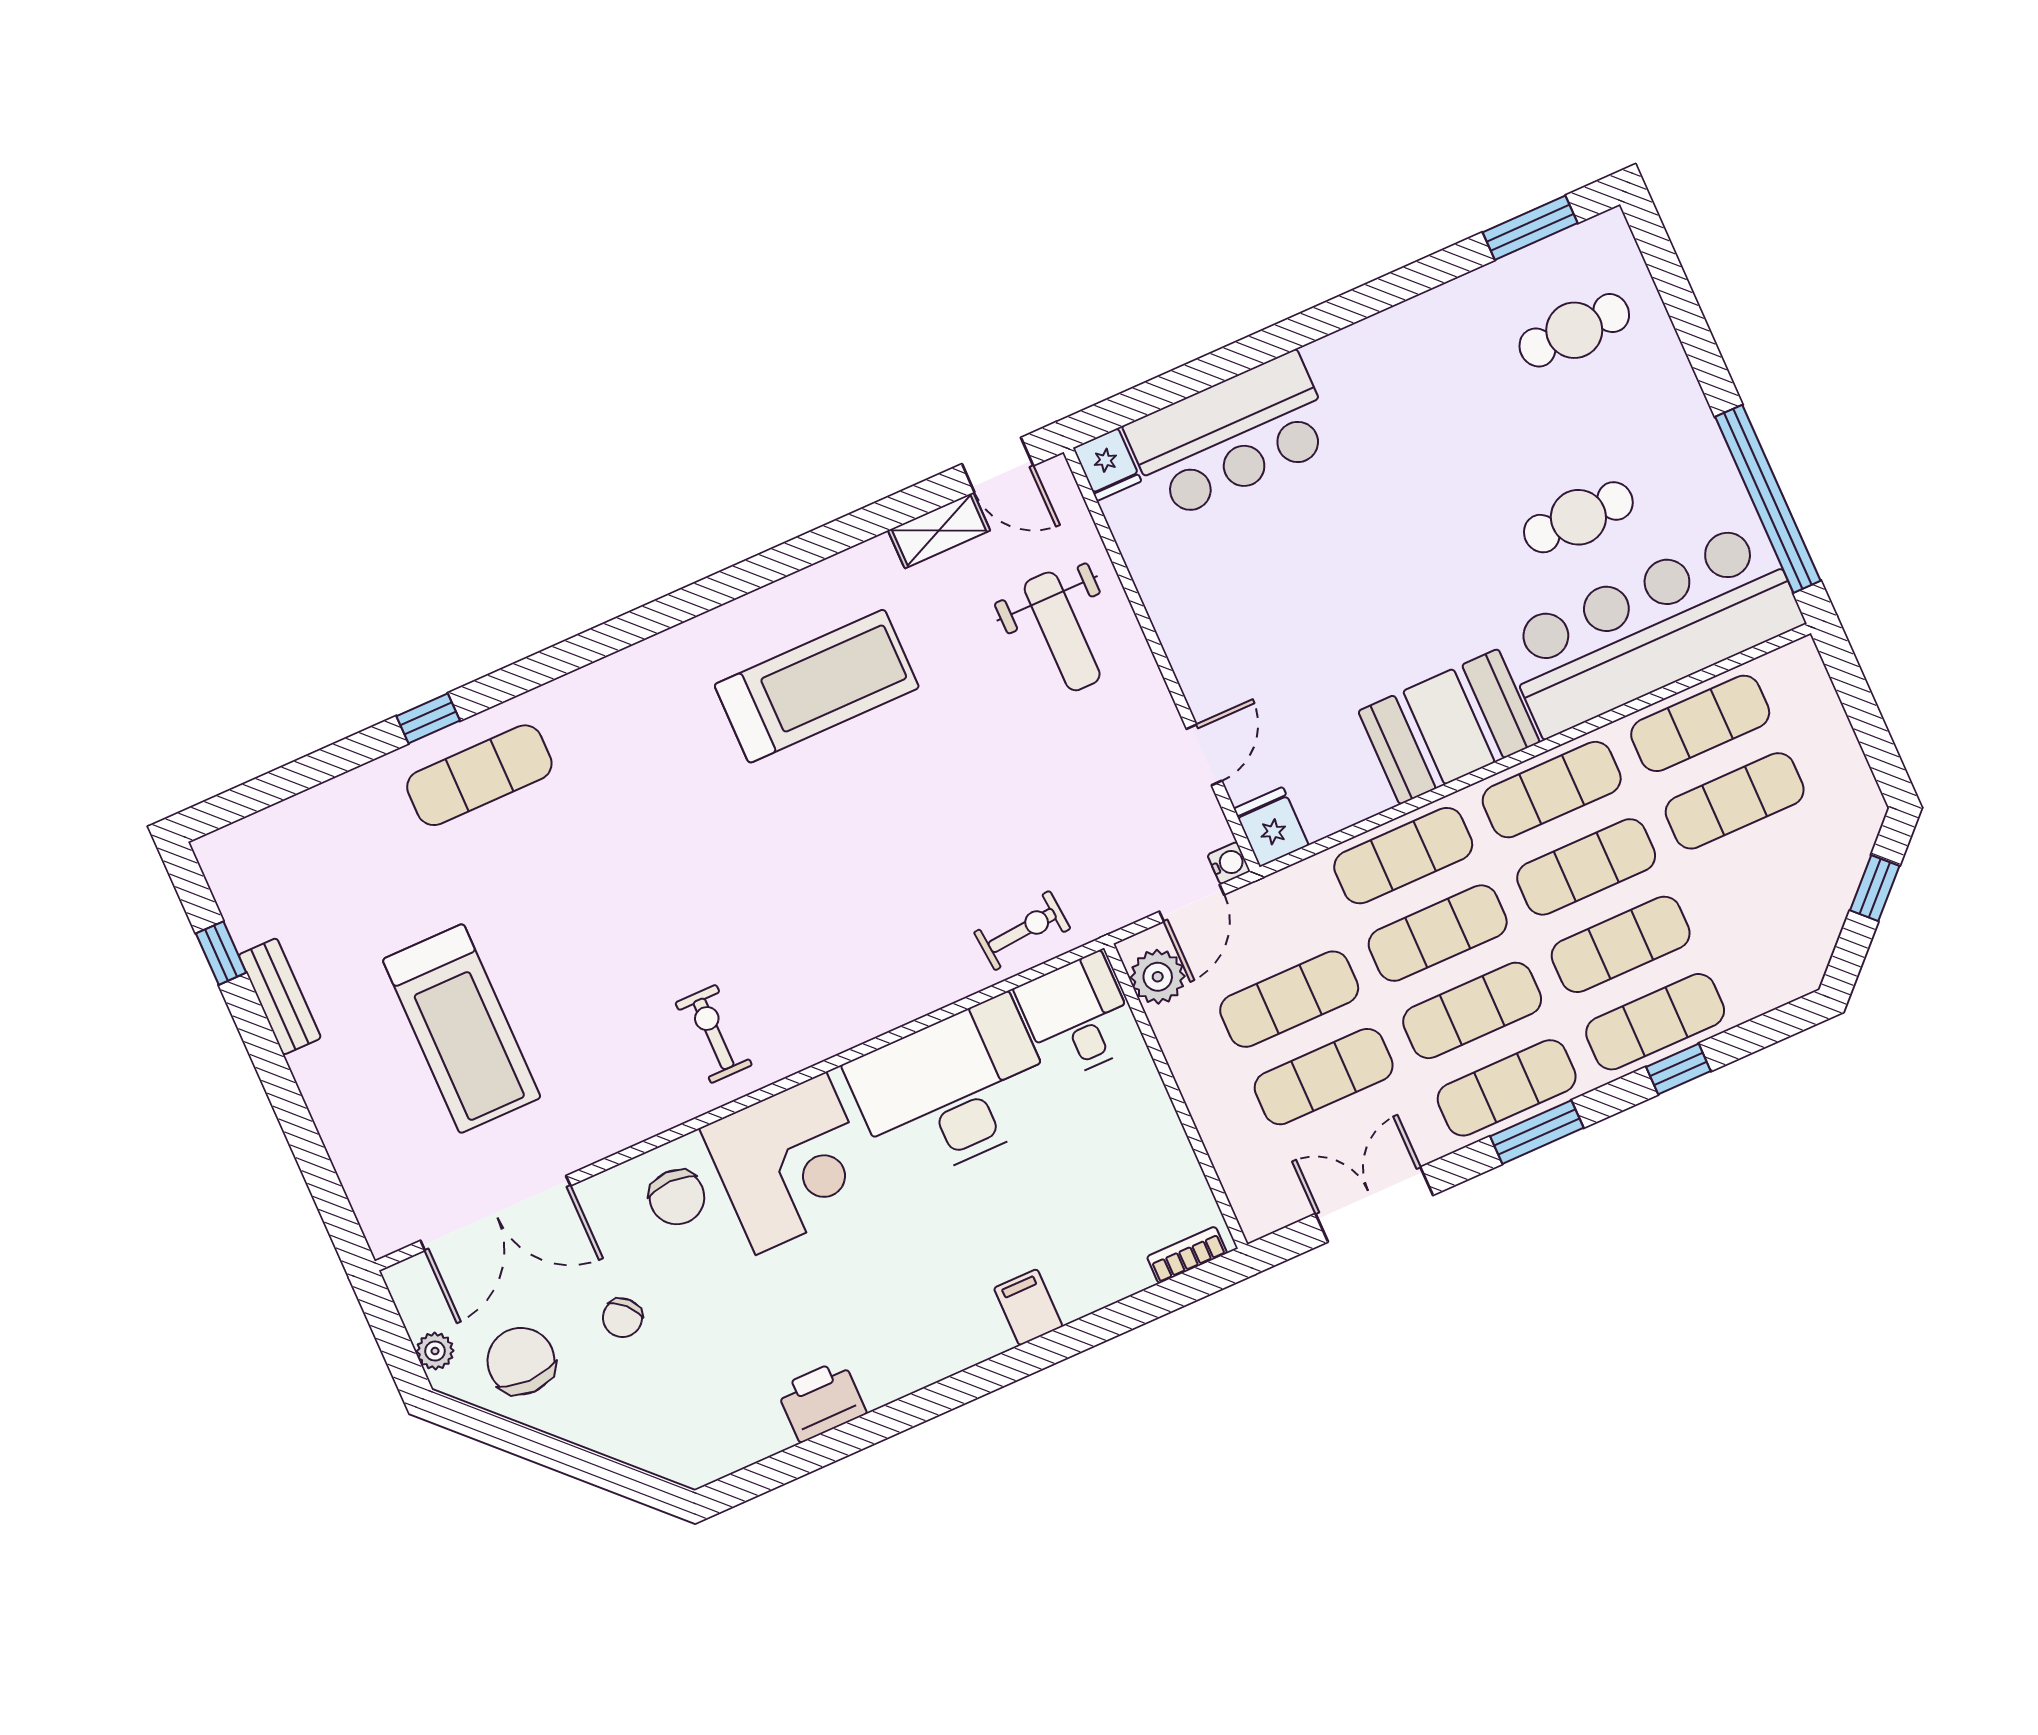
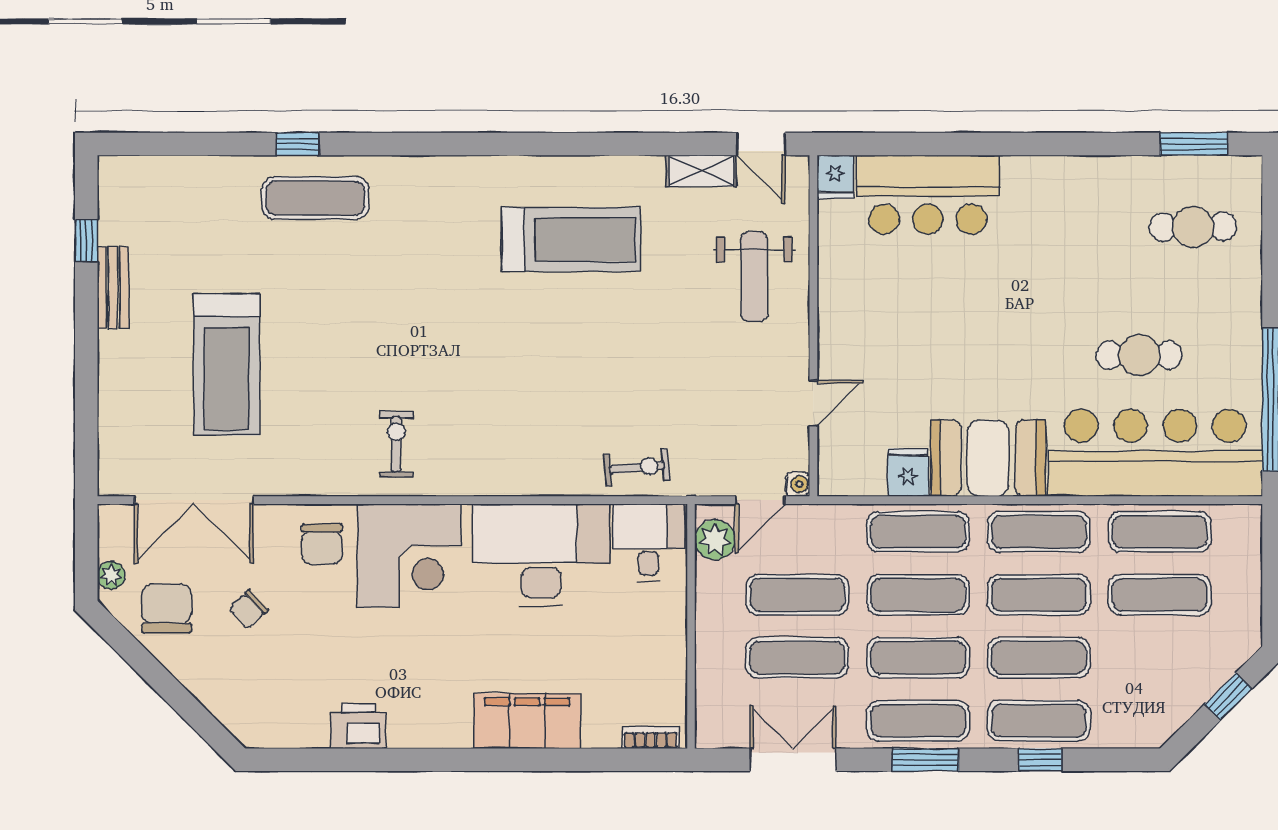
fridge: (1271, 827) -> (908, 472), moved
filing cabinet: (1028, 1307) -> (527, 721), width x3.00, depth x1.17

